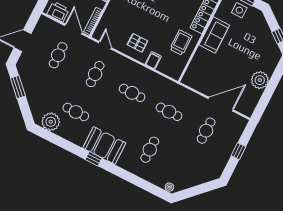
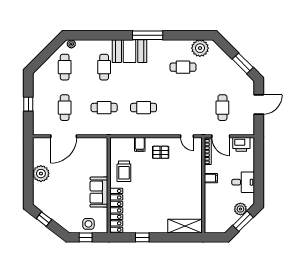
cafe table: (95, 74) -> (65, 67), moved
booth: (104, 145) -> (130, 51), moved
window: (94, 159) -> (148, 35), width x2.17

